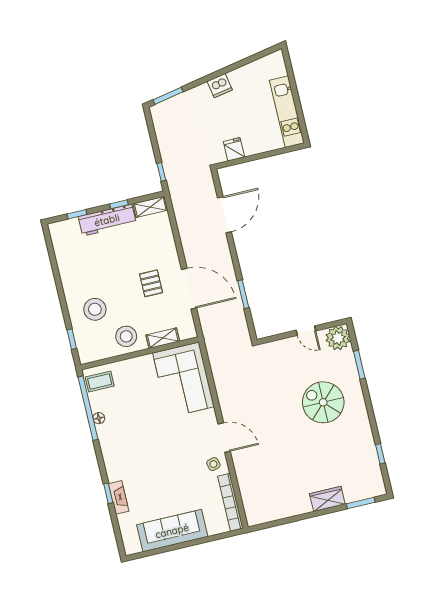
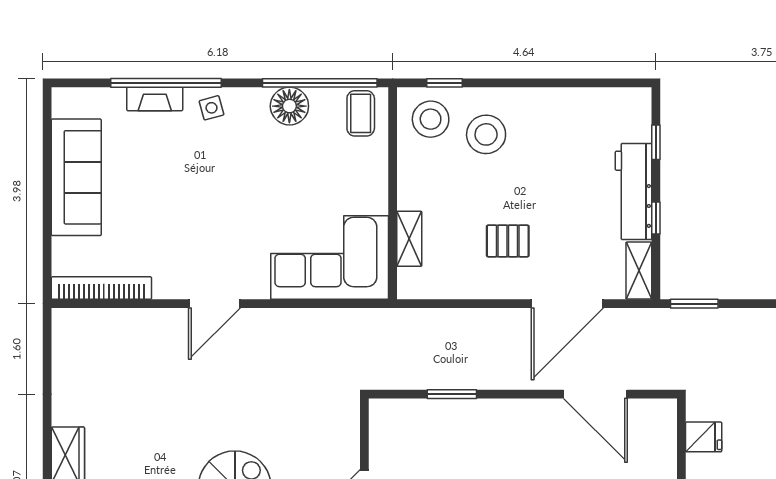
window: (161, 172) -> (694, 304), width x1.50
door: (189, 289) -> (567, 304), moved
stool: (126, 336) -> (431, 119), moved
floor lamp: (99, 418) -> (289, 106), width x1.89, depth x1.89
side table: (213, 464) -> (211, 108), moved
window: (108, 493) -> (166, 83), width x3.17

